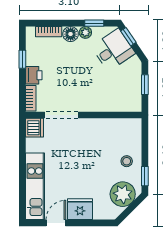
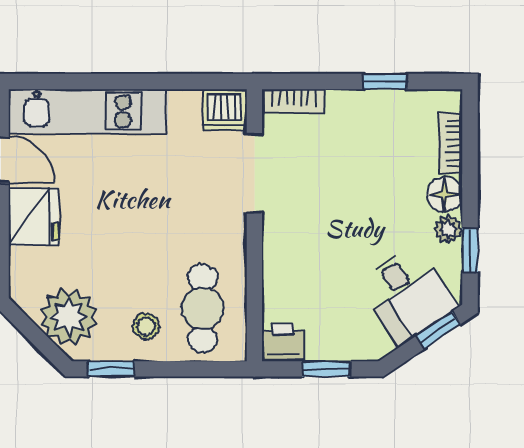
printer: (34, 75) -> (283, 342), moved, turned 180
cafe table: (119, 137) -> (202, 308), added

